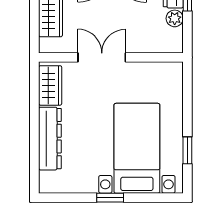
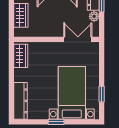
double door: (102, 57) -> (78, 39), moved
dresser: (50, 139) -> (21, 101), moved

